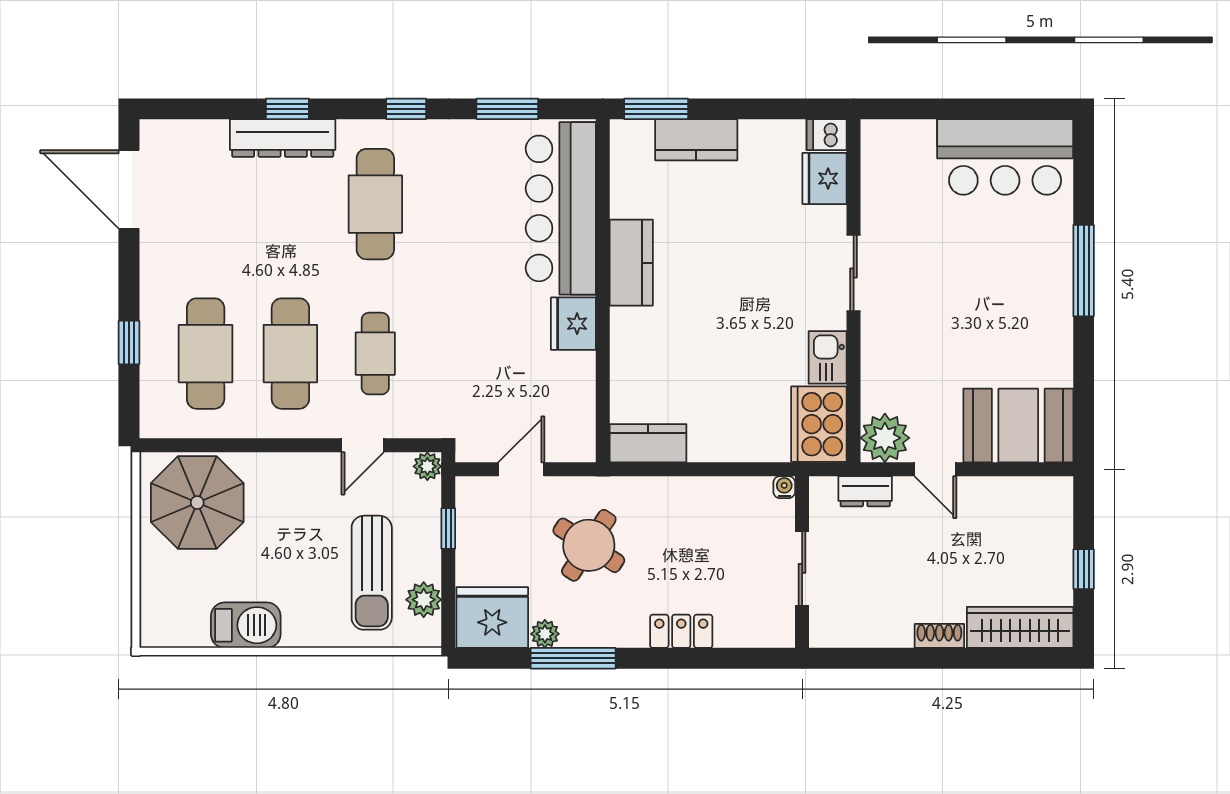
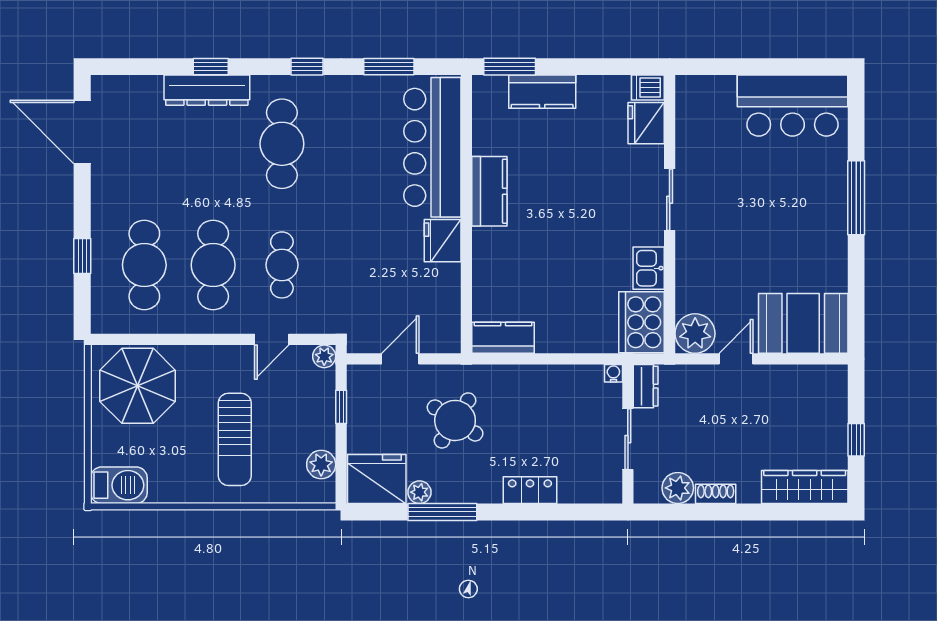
door: (935, 469) -> (736, 359), swing flipped
dresser: (865, 491) -> (646, 386), moved, turned -90
sun lounger: (372, 573) -> (235, 439), moved
barbecue: (246, 625) -> (119, 485), moved
plant: (864, 629) -> (678, 488), added
shoe rack: (939, 636) -> (716, 494), moved

